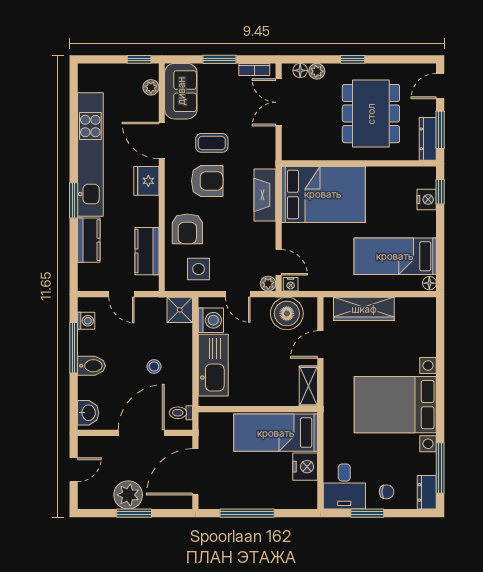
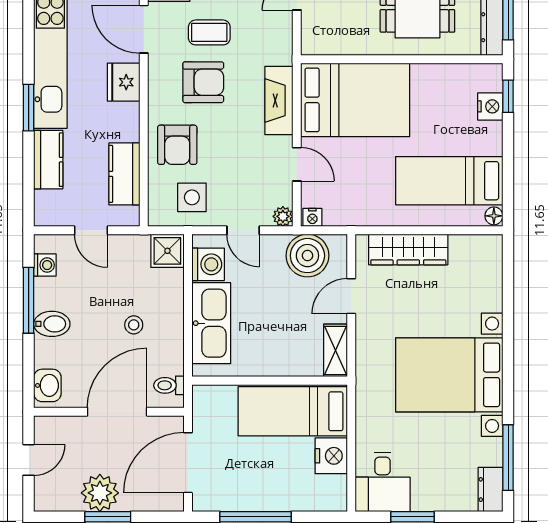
door: (279, 262) -> (297, 164), moved
chair: (387, 492) -> (438, 489), removed

